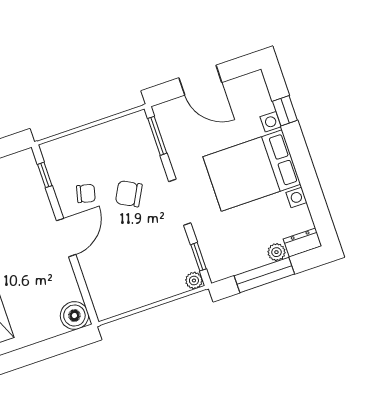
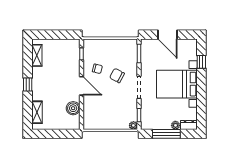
door: (66, 238) -> (81, 86), hinge flipped
boiler: (74, 316) -> (73, 108), moved

